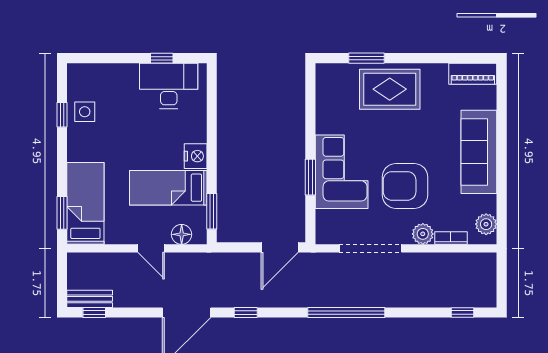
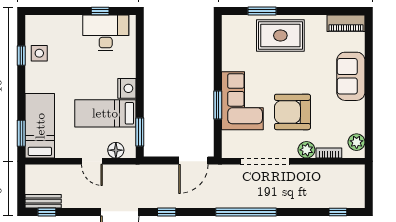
sofa: (479, 152) -> (351, 76), width x0.73

